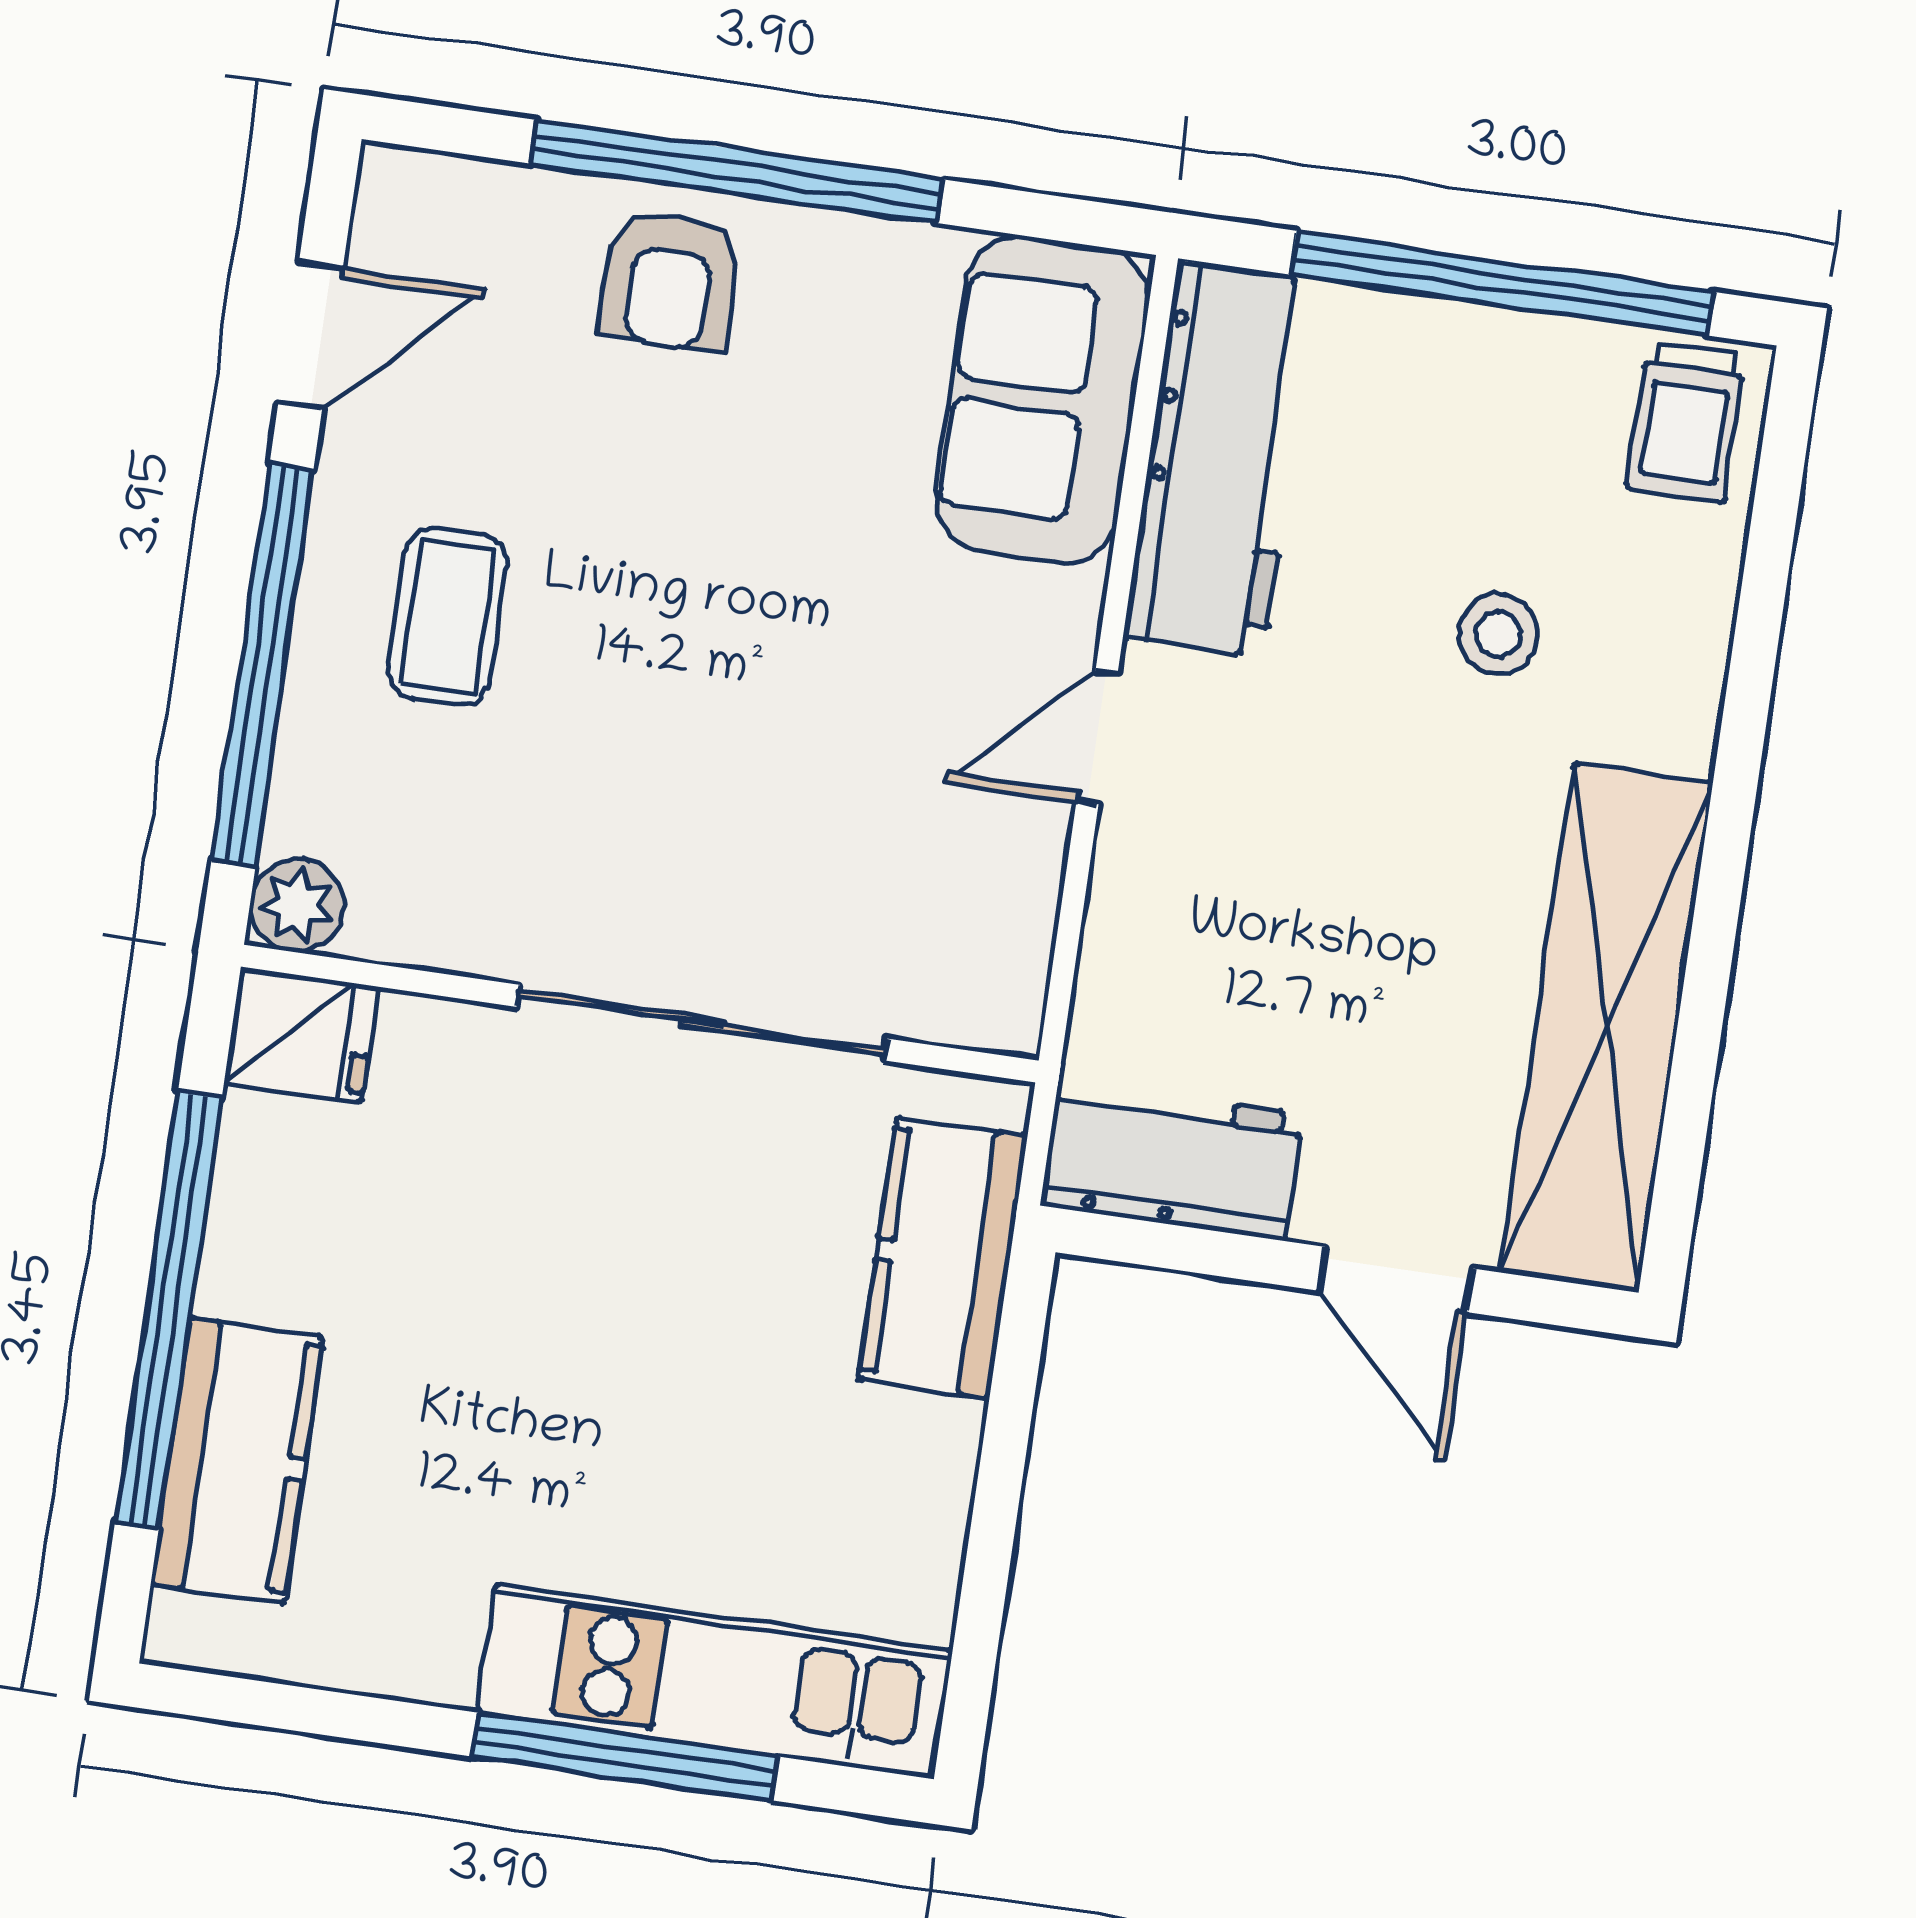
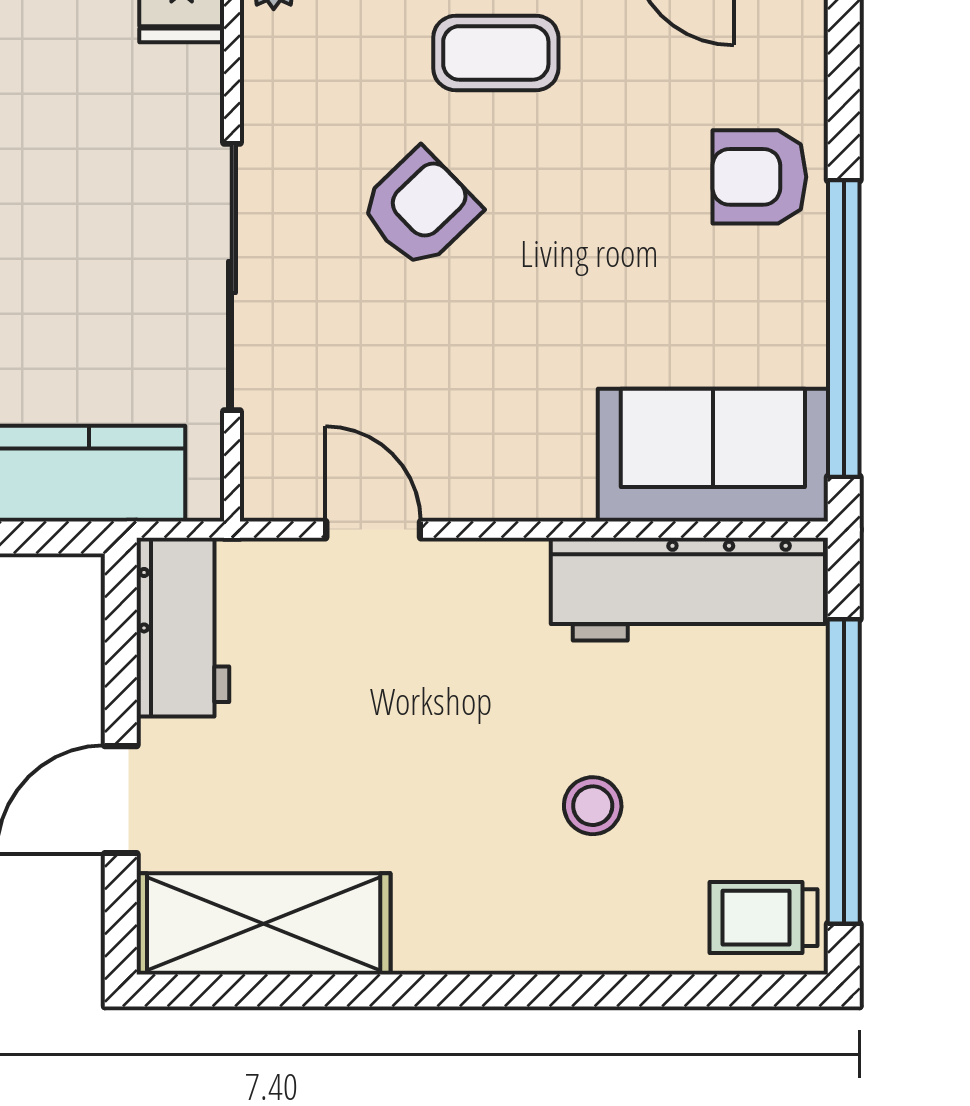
window: (737, 172) -> (844, 329), moved
door: (1097, 738) -> (373, 530), moved
armchair: (645, 752) -> (420, 209), added
shelving: (1606, 1028) -> (264, 924), width x0.68

